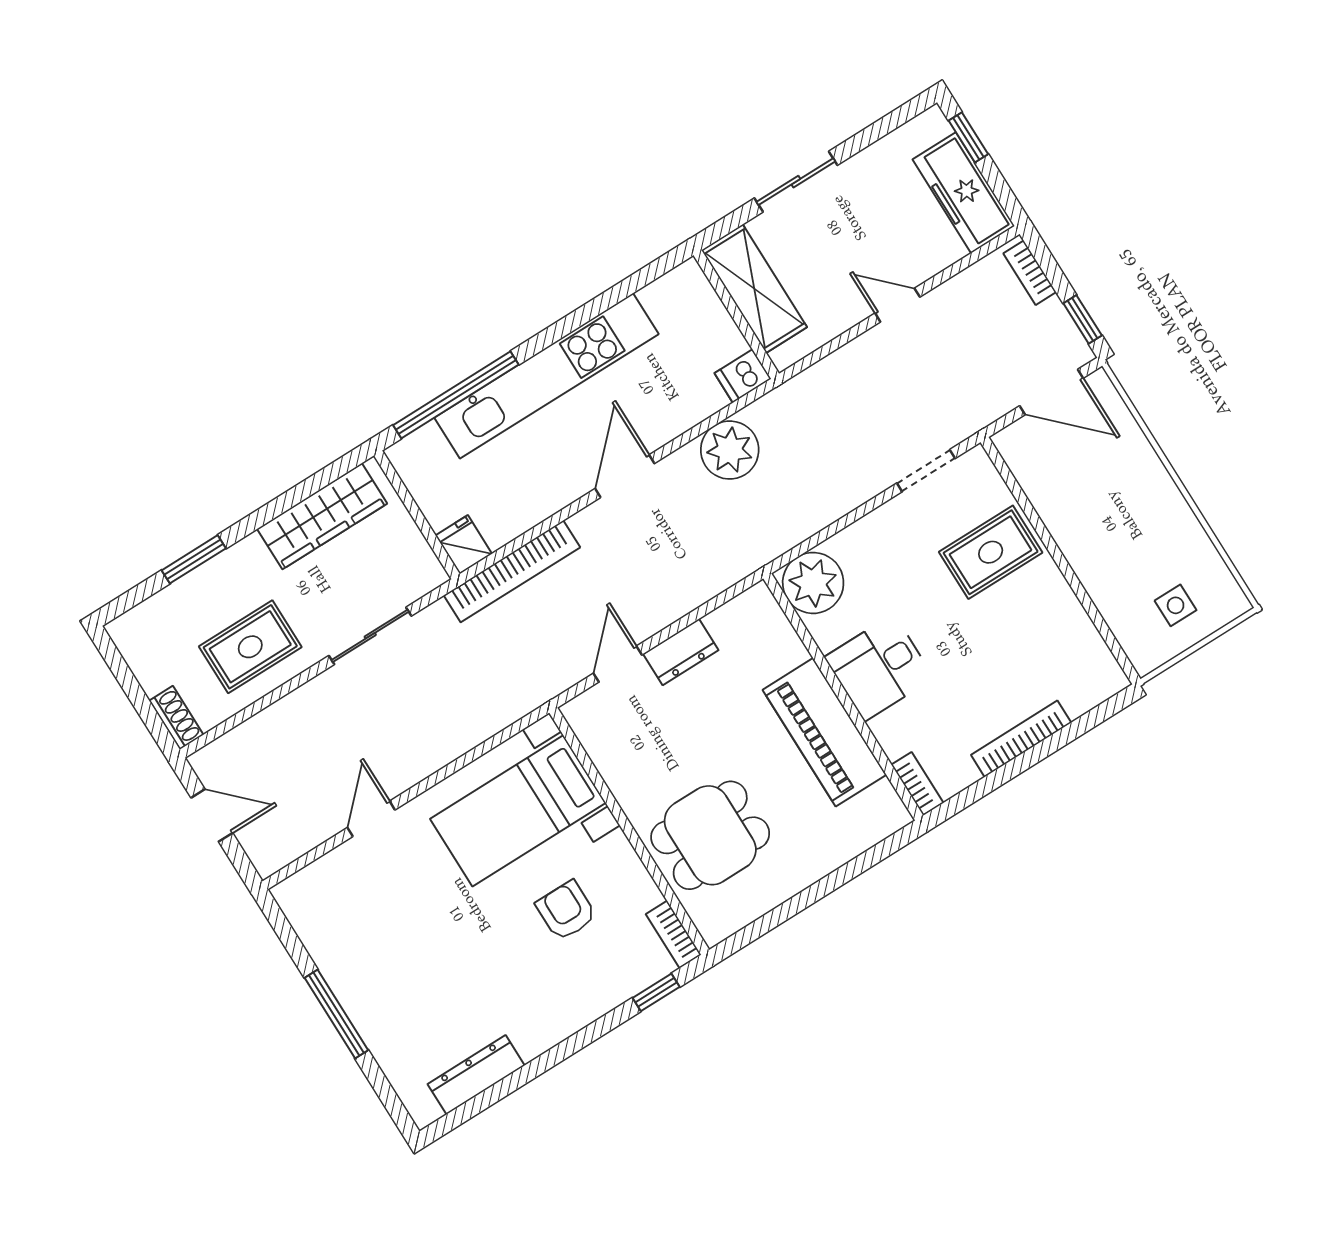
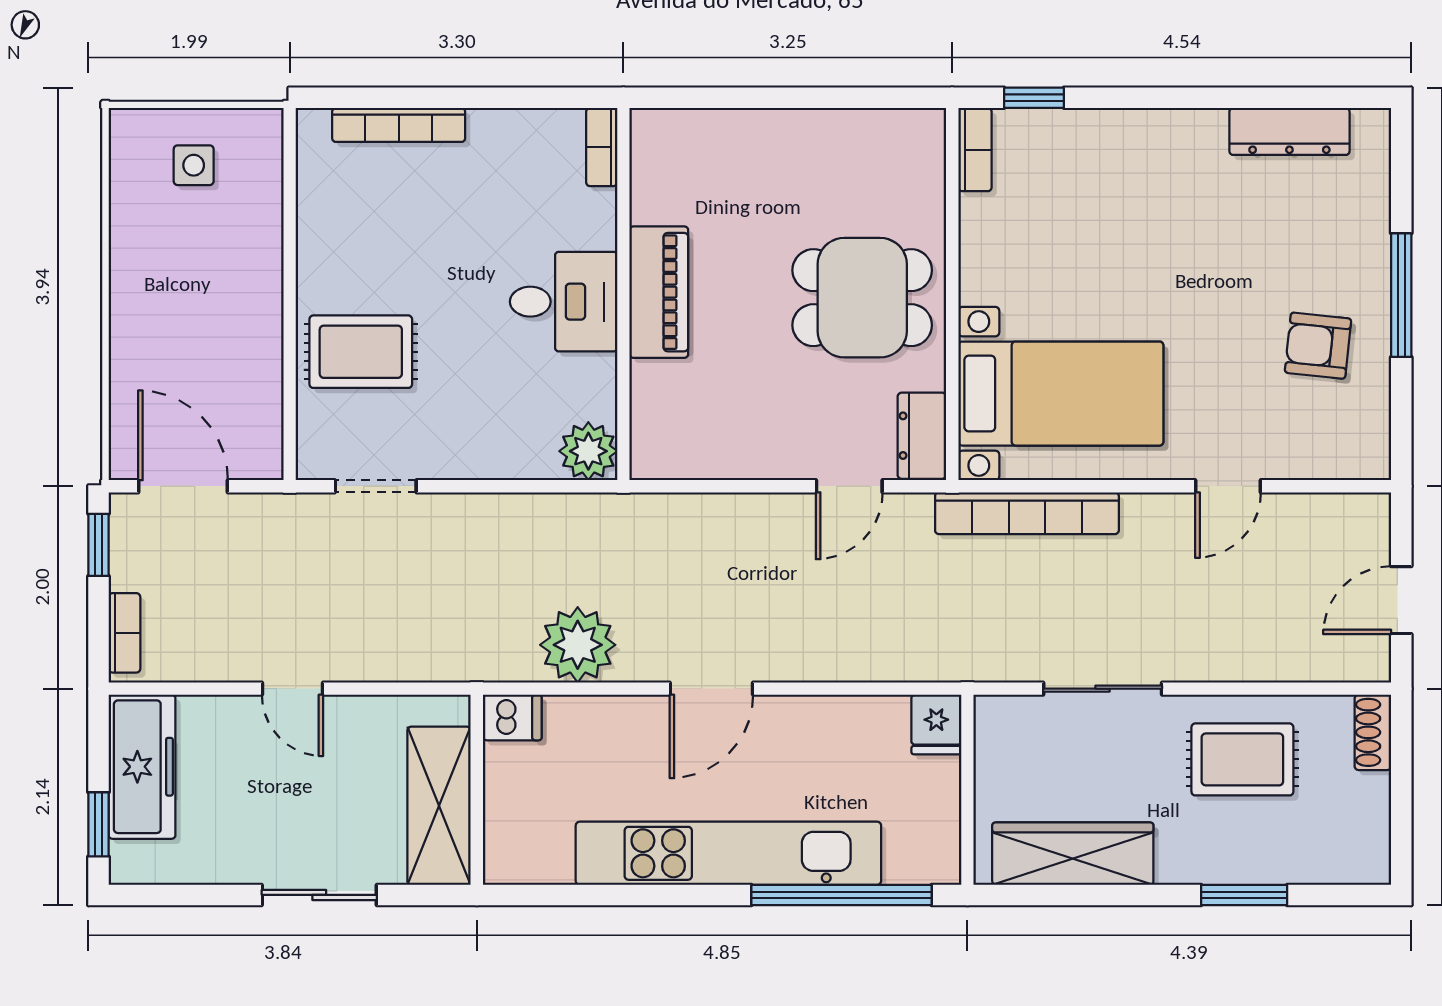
bookcase: (512, 571) -> (1027, 513), moved, turned 180
plant: (813, 583) -> (588, 451), width x0.73, depth x0.73
dresser: (681, 652) -> (922, 436), moved, turned -90
piano: (824, 732) -> (659, 292), width x0.73, depth x0.75
bookcase: (1021, 739) -> (399, 125), moved
door: (212, 815) -> (1401, 600), hinge flipped
dining table: (710, 835) -> (862, 298), moved
armchair: (566, 911) -> (1318, 346), moved, turned 96

